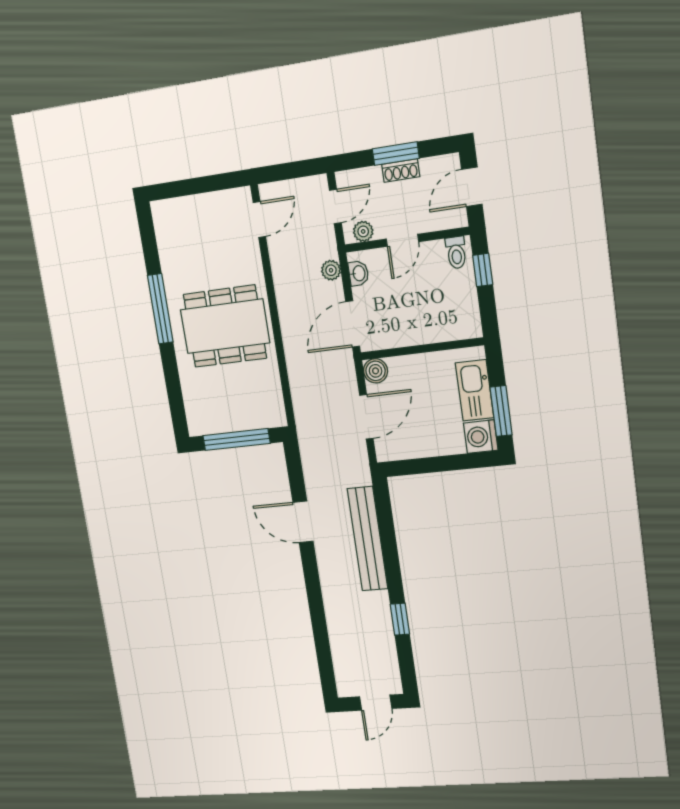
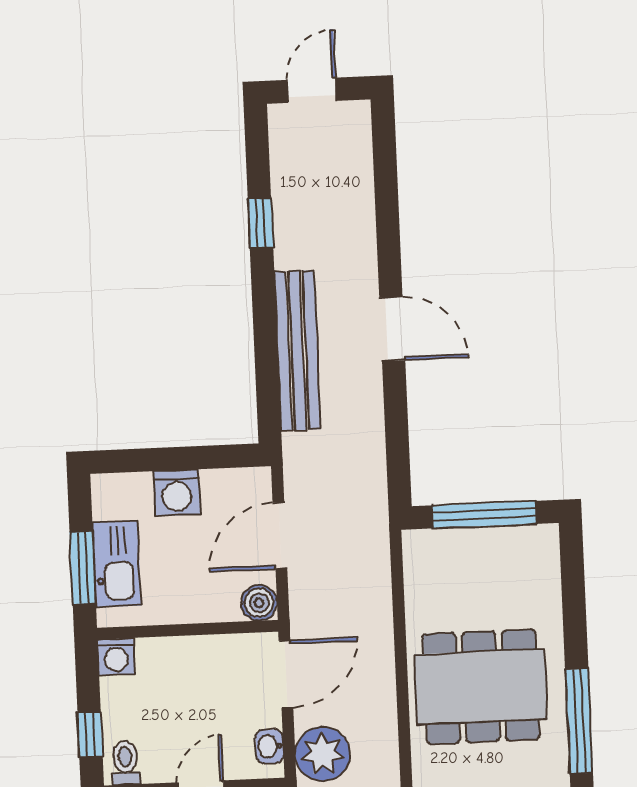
plant: (331, 270) -> (323, 754), width x1.88, depth x1.88
washing machine: (469, 326) -> (116, 657), added
window: (501, 411) -> (83, 568), moved
washing machine: (481, 437) -> (177, 493), moved, turned 90
door: (303, 522) -> (392, 329), moved

